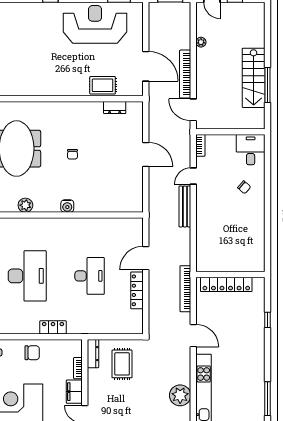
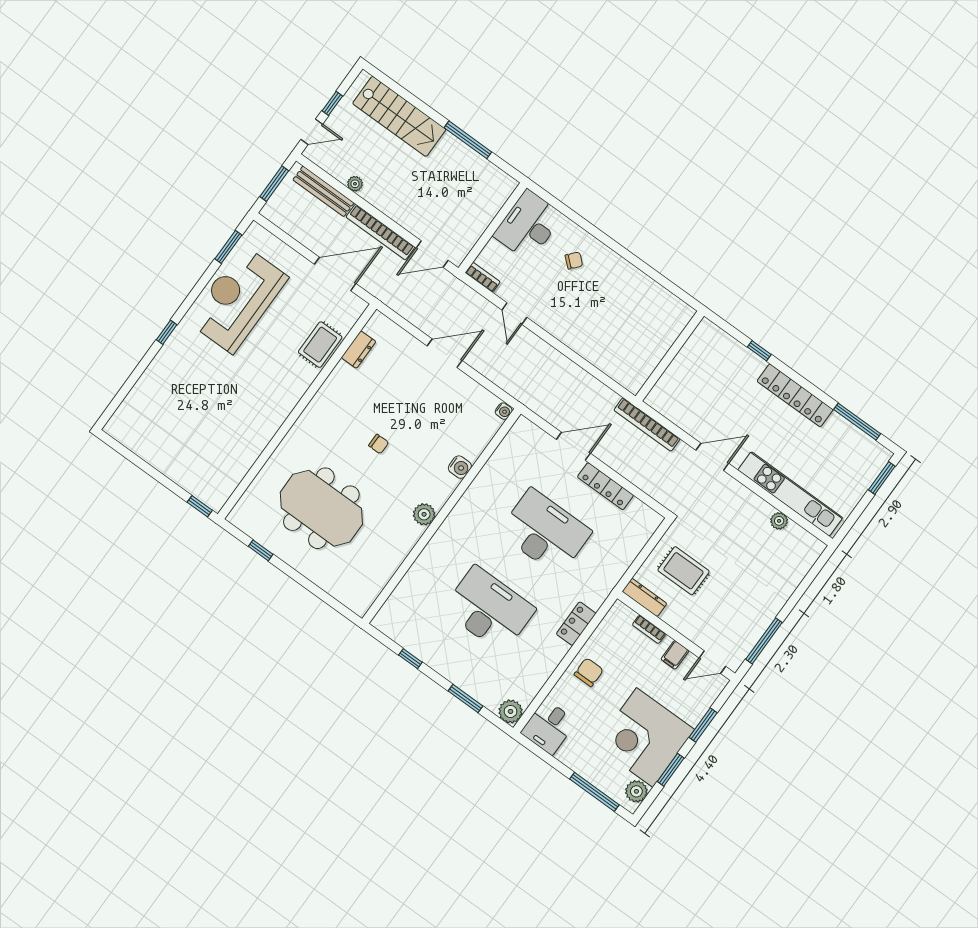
stairs: (254, 78) -> (399, 116), moved
desk: (251, 150) -> (528, 225), width x1.37
plant: (25, 205) -> (424, 514), moved
water cooler: (67, 206) -> (460, 467), moved
bench: (185, 206) -> (323, 191), moved
water cooler: (138, 208) -> (504, 411), added
door: (146, 258) -> (573, 446), swing flipped
desk: (90, 276) -> (545, 532), width x1.36, depth x1.30
locker: (226, 284) -> (795, 395), moved, turned 90
filing cabinet: (74, 392) -> (675, 655), width x0.50
plant: (180, 395) -> (779, 521), width x0.53, depth x0.53

